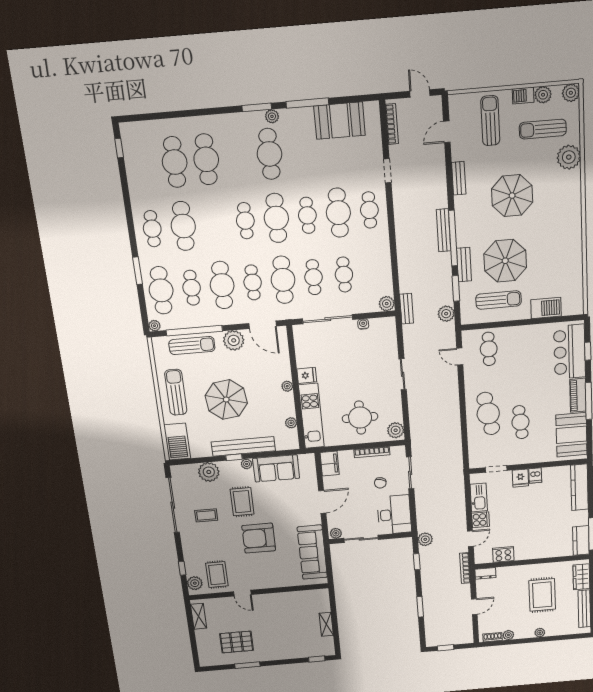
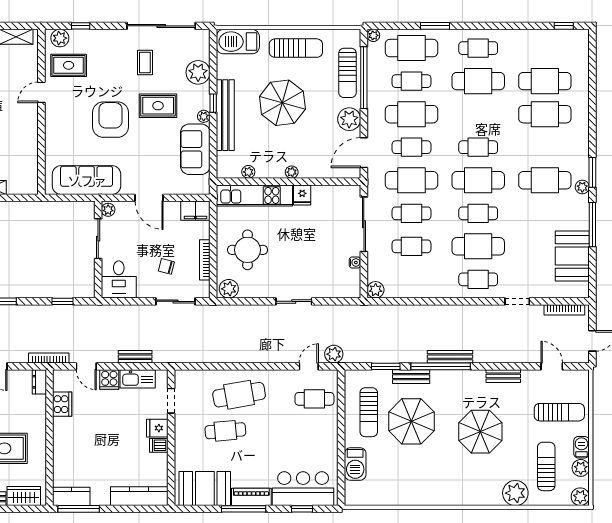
bench: (407, 309) -> (135, 357), moved
plant: (446, 314) -> (334, 354), moved
desk: (394, 515) -> (119, 279), width x0.73
plant: (425, 539) -> (90, 313), removed

